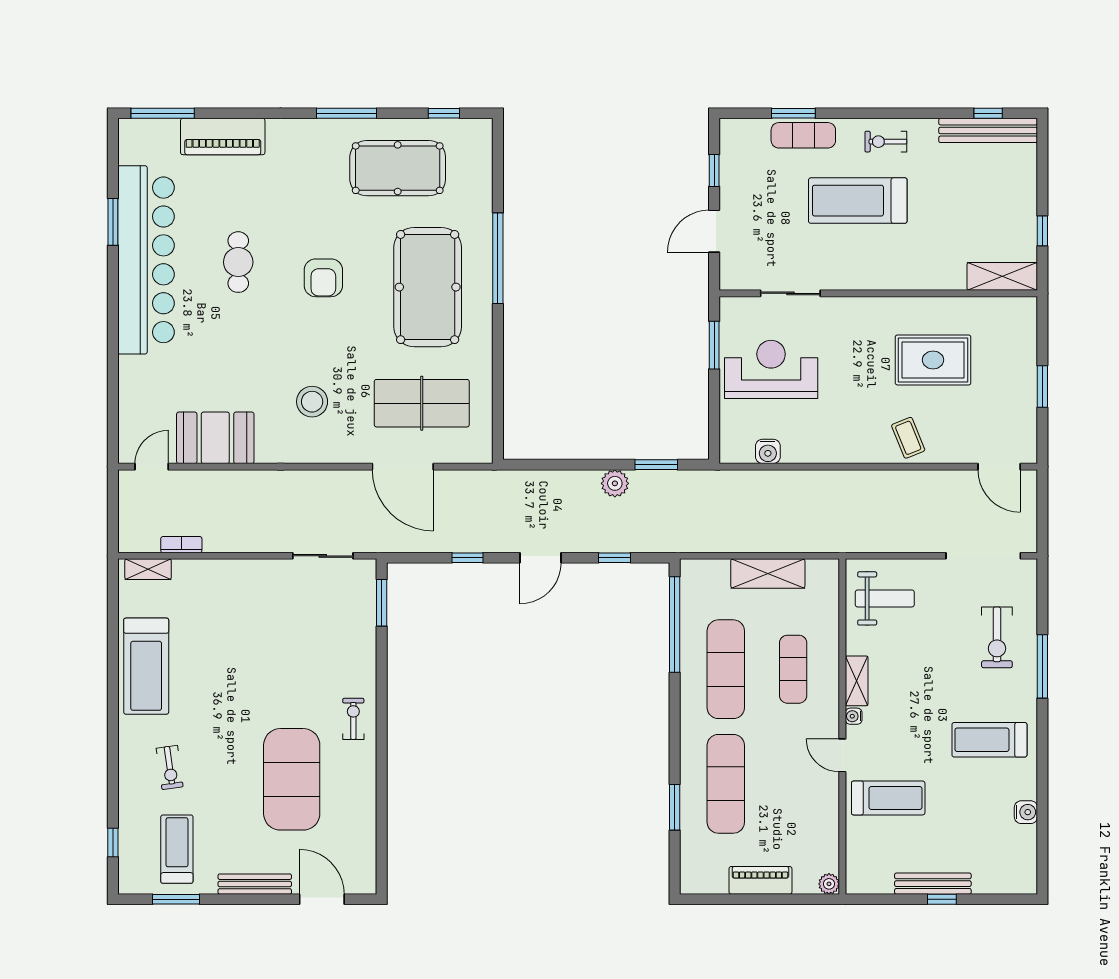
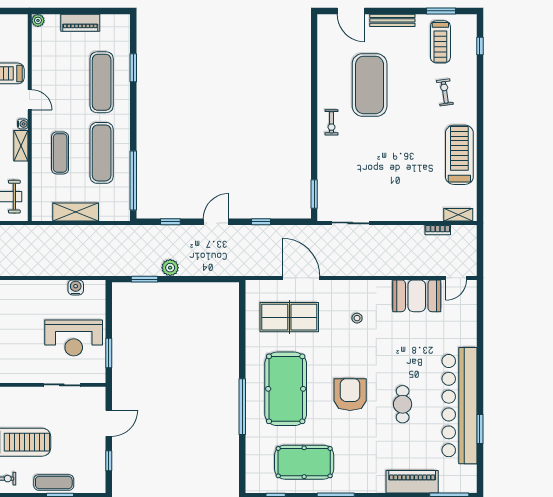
armchair: (323, 278) -> (350, 395), width x1.36, depth x1.36
stool: (312, 402) -> (357, 318), width x0.53, depth x0.53

